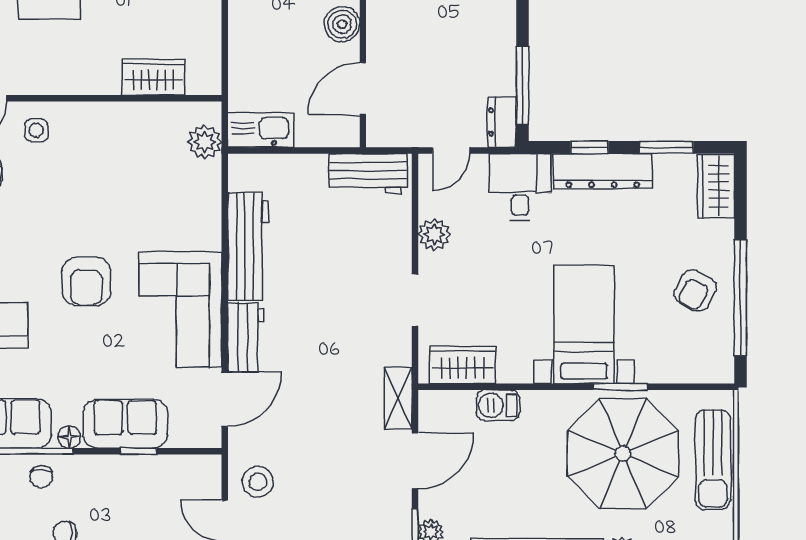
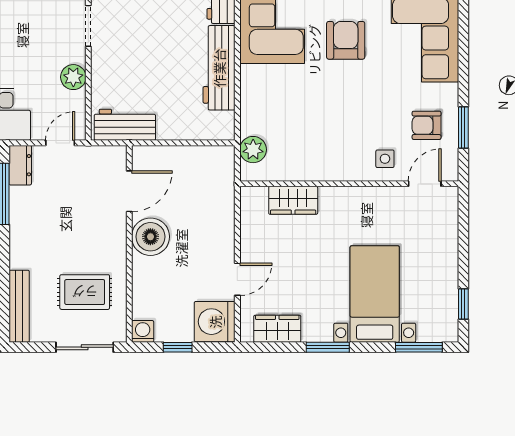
boiler: (342, 24) -> (150, 237), width x1.37, depth x1.37
kitchen sink: (261, 130) -> (209, 159), removed

